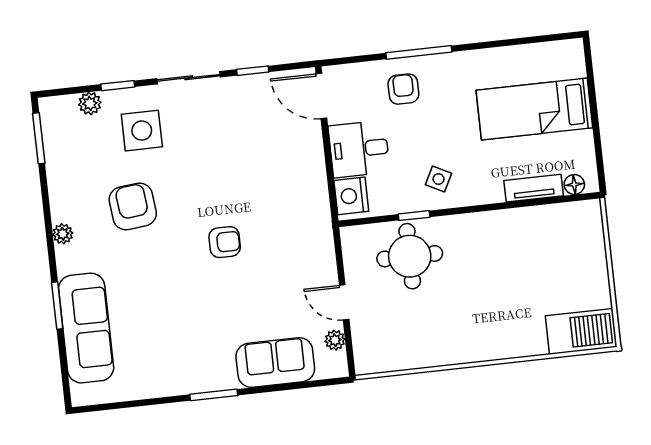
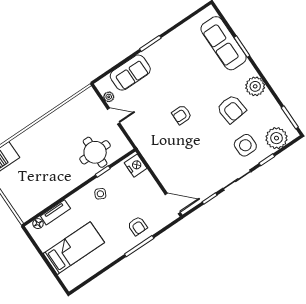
plant: (90, 103) -> (276, 138), width x1.87, depth x1.87
desk: (359, 149) -> (143, 188), removed
plant: (63, 234) -> (255, 86), width x1.88, depth x1.88

